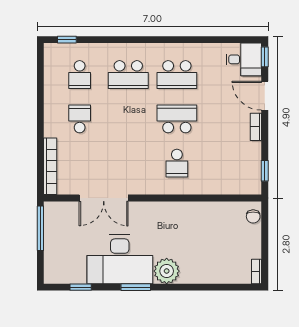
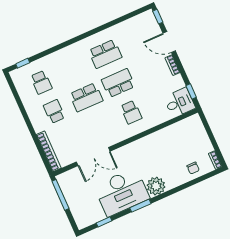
desk: (244, 59) -> (180, 103), moved
school desk: (128, 75) -> (86, 97), moved
chair: (253, 216) -> (193, 168), moved

